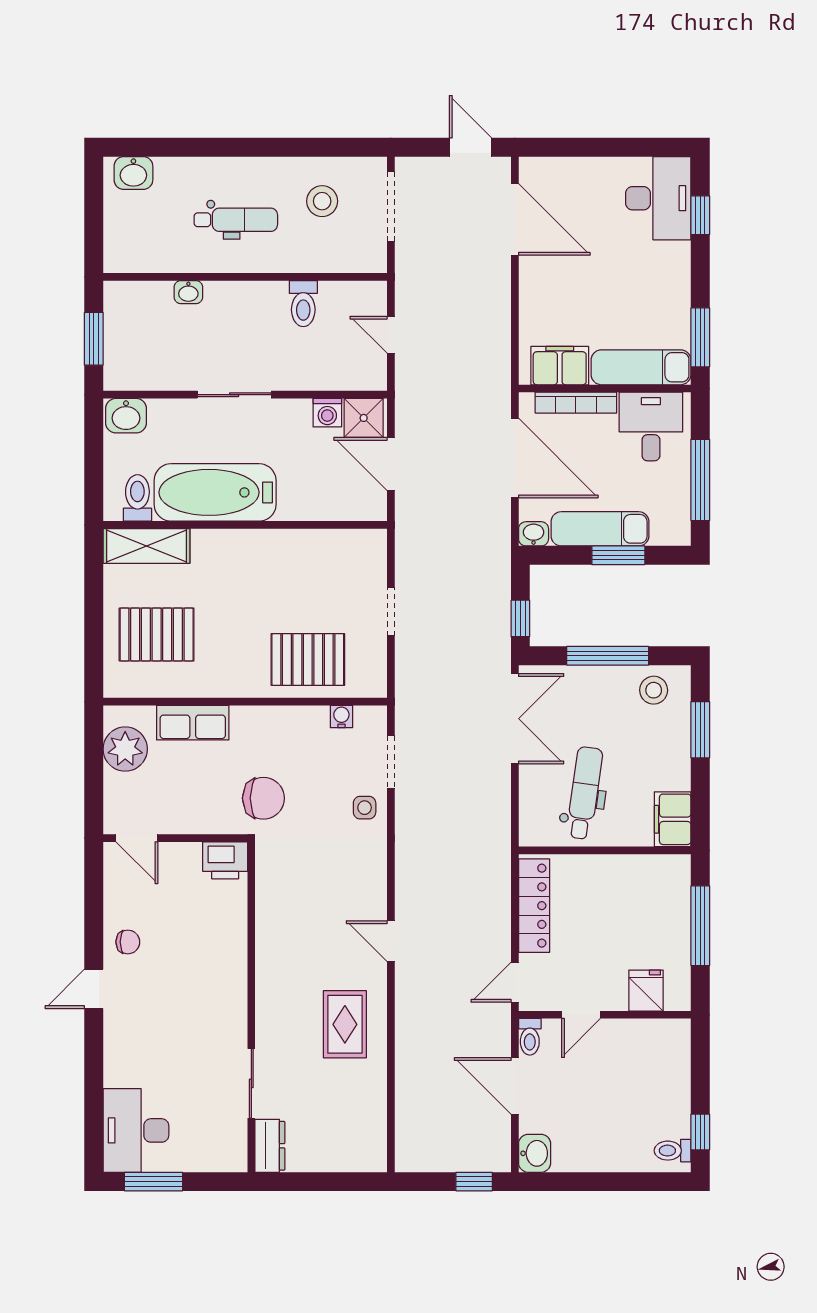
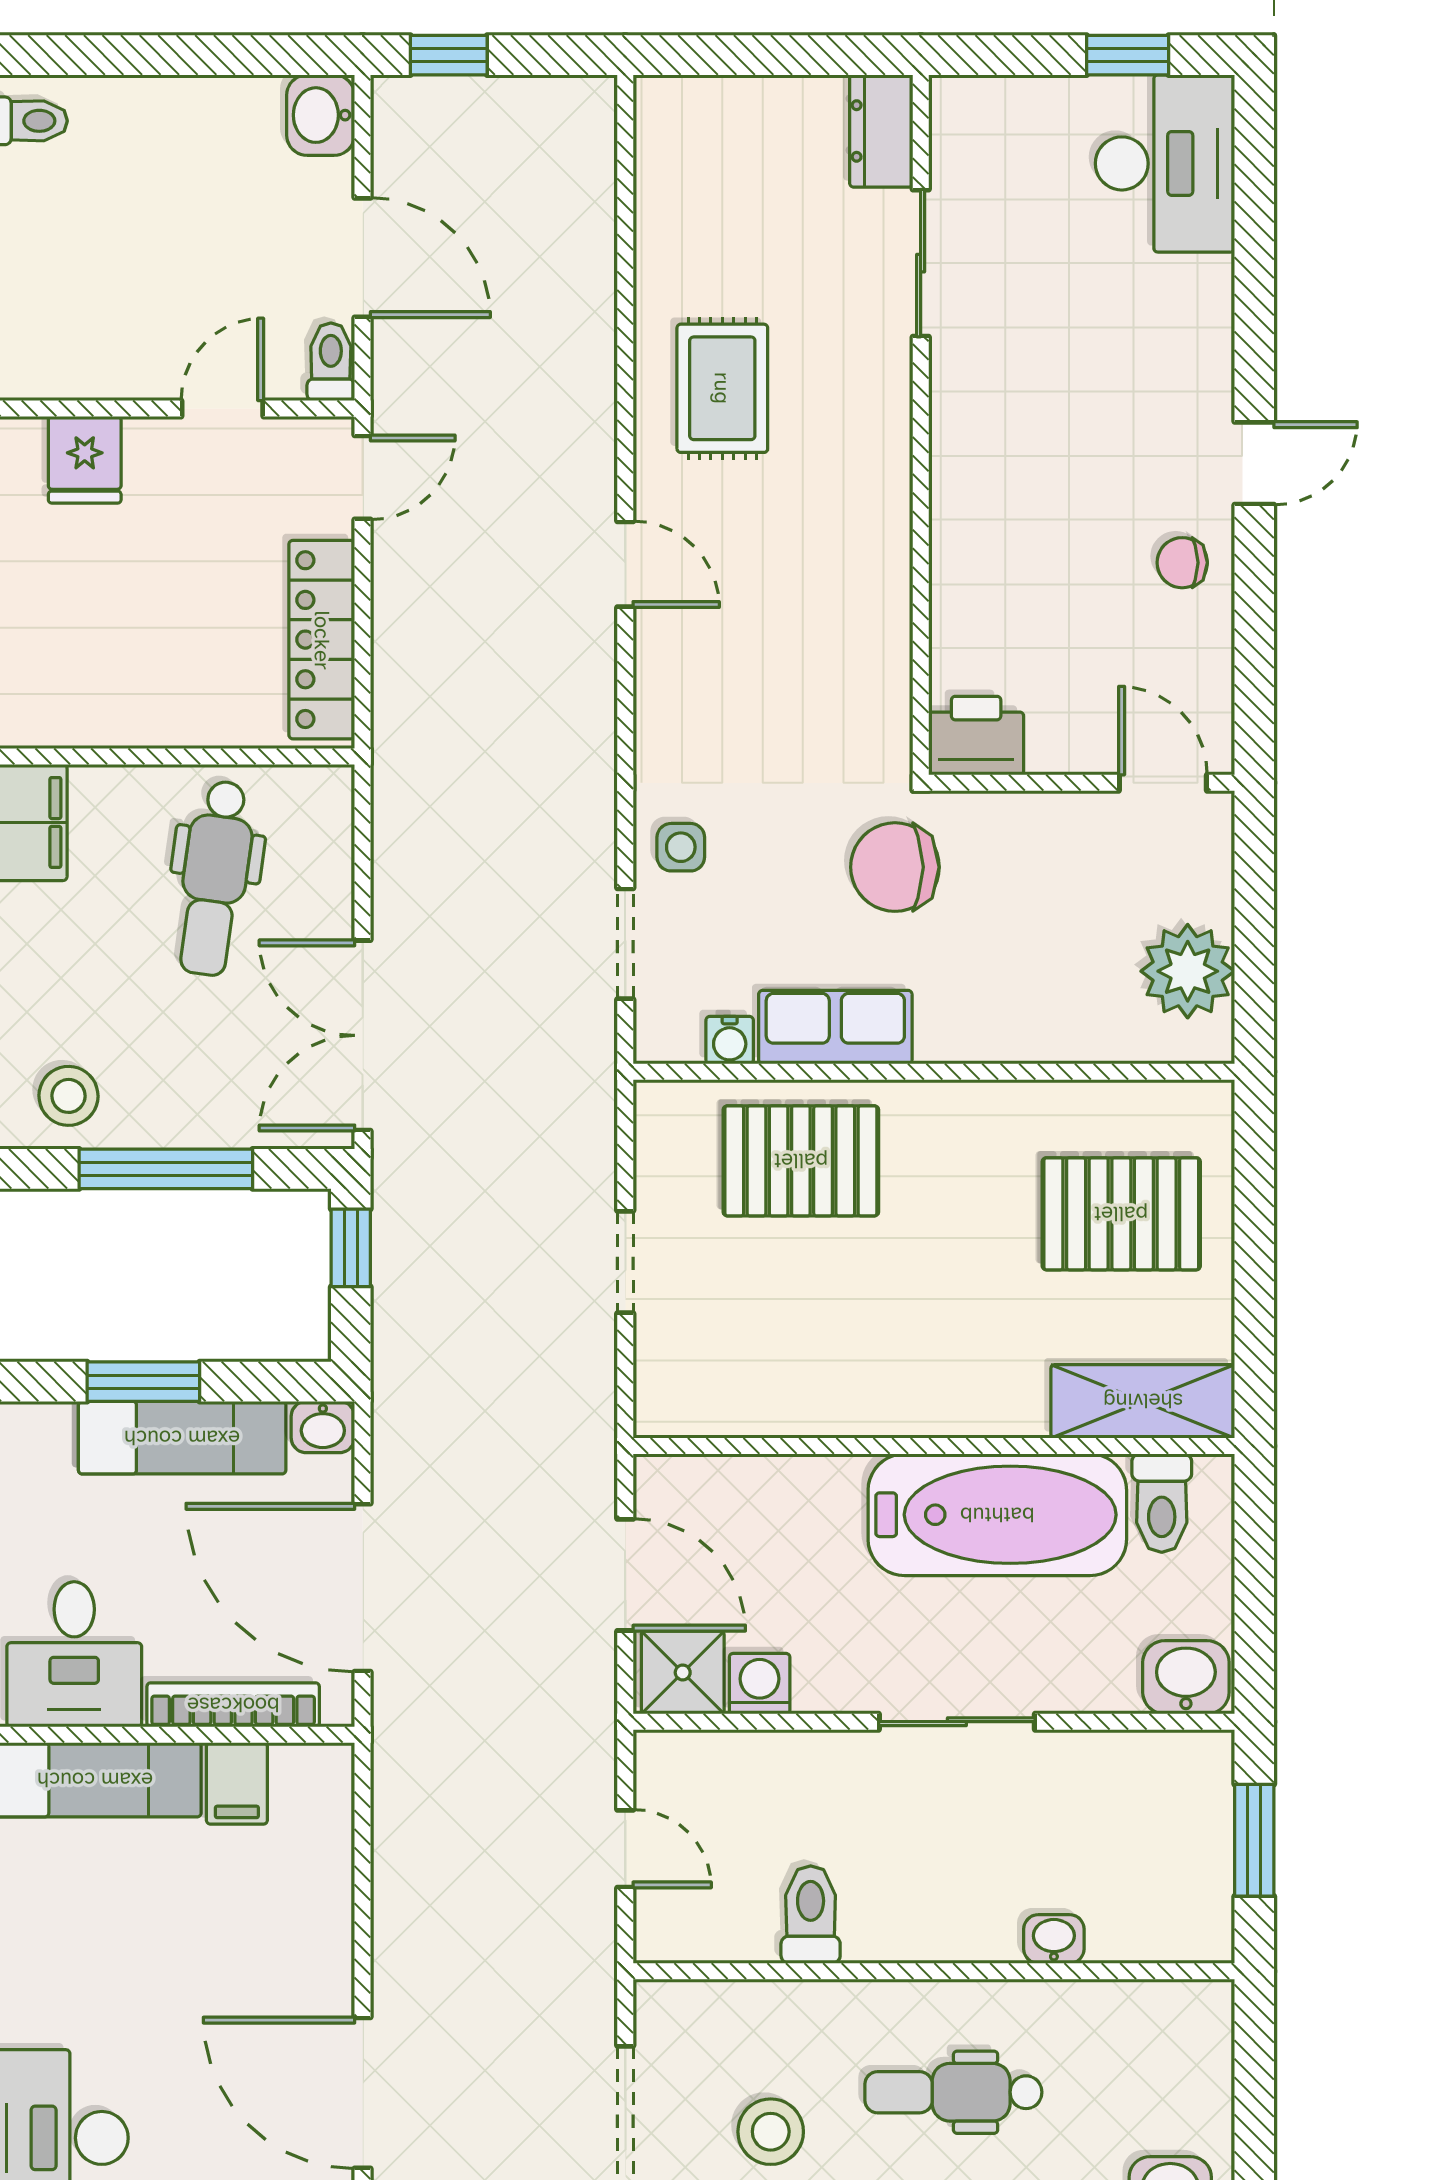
filing cabinet: (560, 366) -> (237, 1783), width x0.50
row of seats: (193, 723) -> (835, 1027), moved
window: (154, 1182) -> (1128, 55), width x0.67

